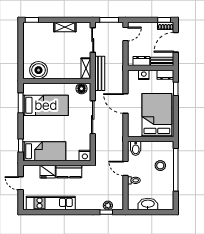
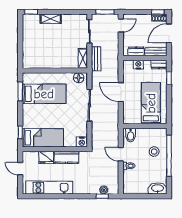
shelving: (65, 27) -> (51, 19), moved
boiler: (39, 70) -> (37, 60), removed
bench: (100, 73) -> (96, 59), width x0.73
bed: (157, 115) -> (151, 103), width x0.67
washbasin: (148, 204) -> (158, 188), moved

